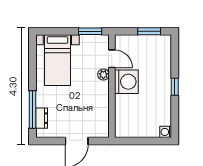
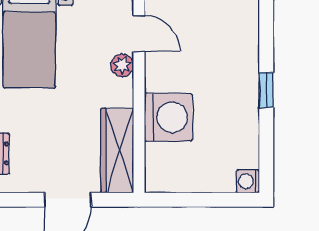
washing machine: (126, 82) -> (168, 117), moved
wardrobe: (101, 117) -> (117, 151), added

